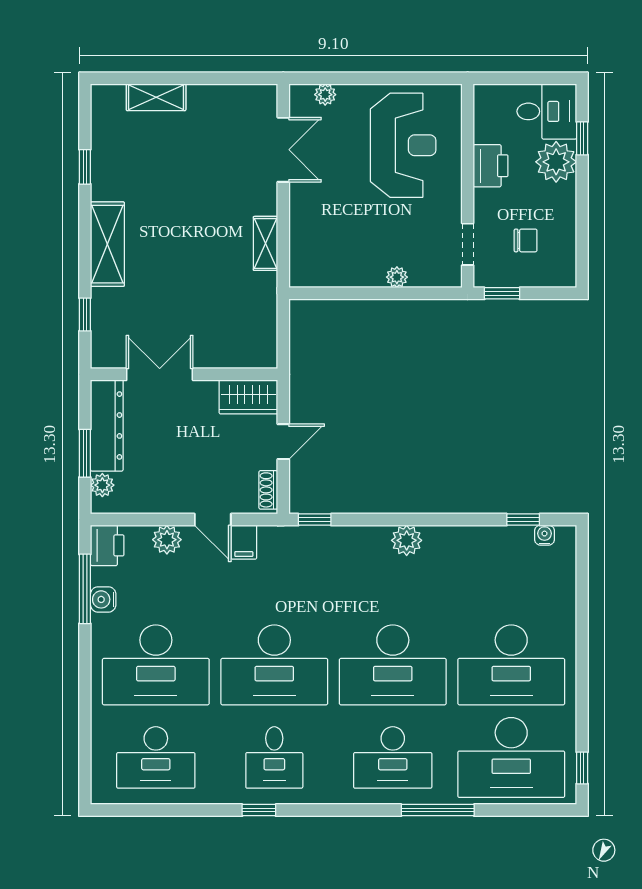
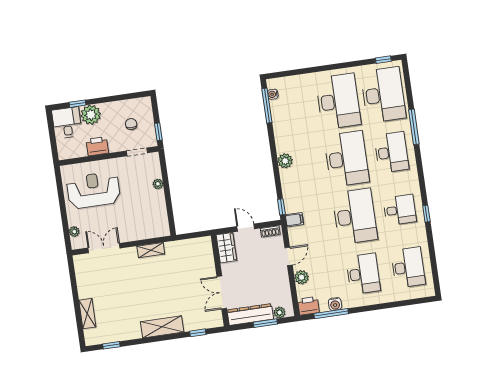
window: (85, 167) -> (111, 345), moved
window: (523, 520) -> (267, 106), width x2.17
filing cabinet: (244, 542) -> (294, 220), moved
desk: (156, 665) -> (363, 274), width x0.73, depth x0.77

